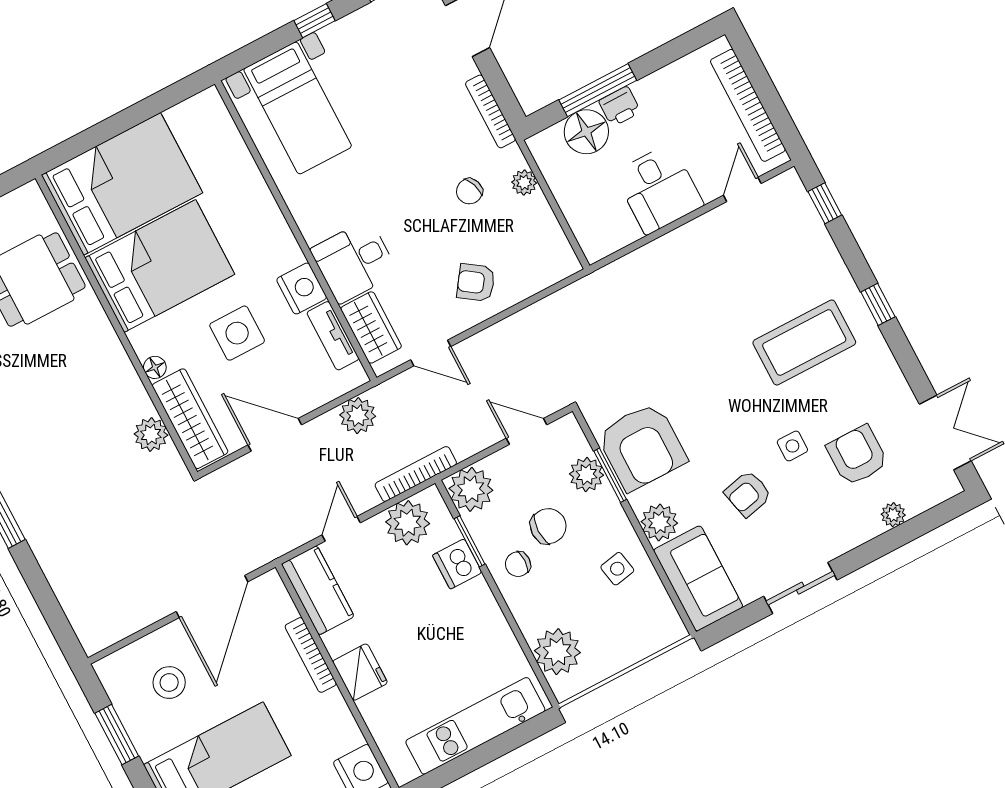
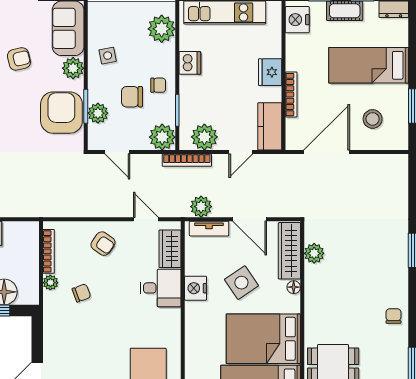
bookcase: (490, 111) -> (49, 251), moved
side table: (237, 333) -> (241, 283), turned -34
tv unit: (333, 336) -> (209, 229), moved, turned 90
dishwasher: (457, 564) -> (190, 63), moved

